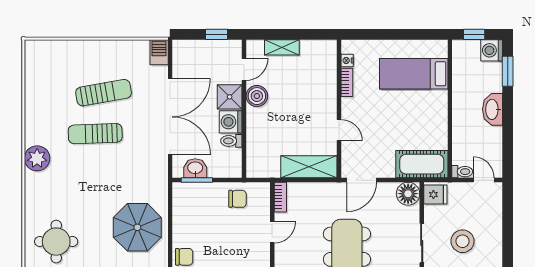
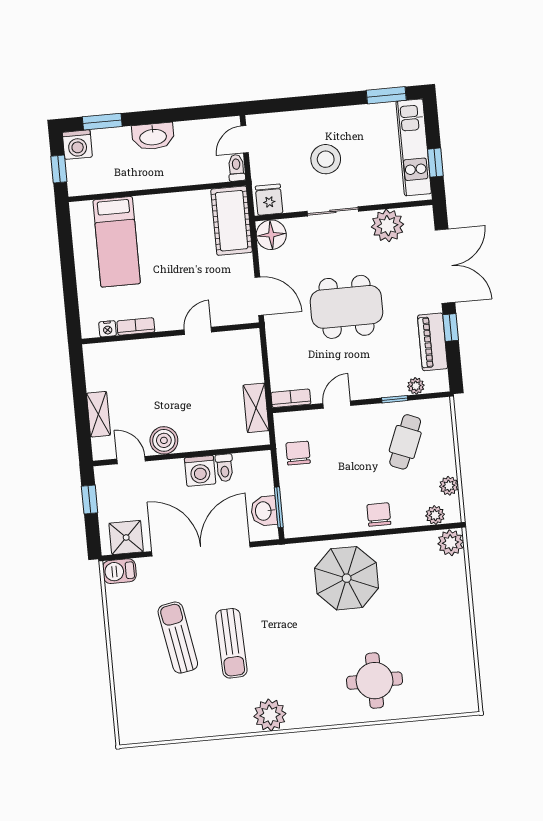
shower: (230, 97) -> (126, 537), moved
shelving: (309, 167) -> (256, 408), moved, width x0.67, depth x0.75
door: (272, 232) -> (337, 405), hinge flipped

